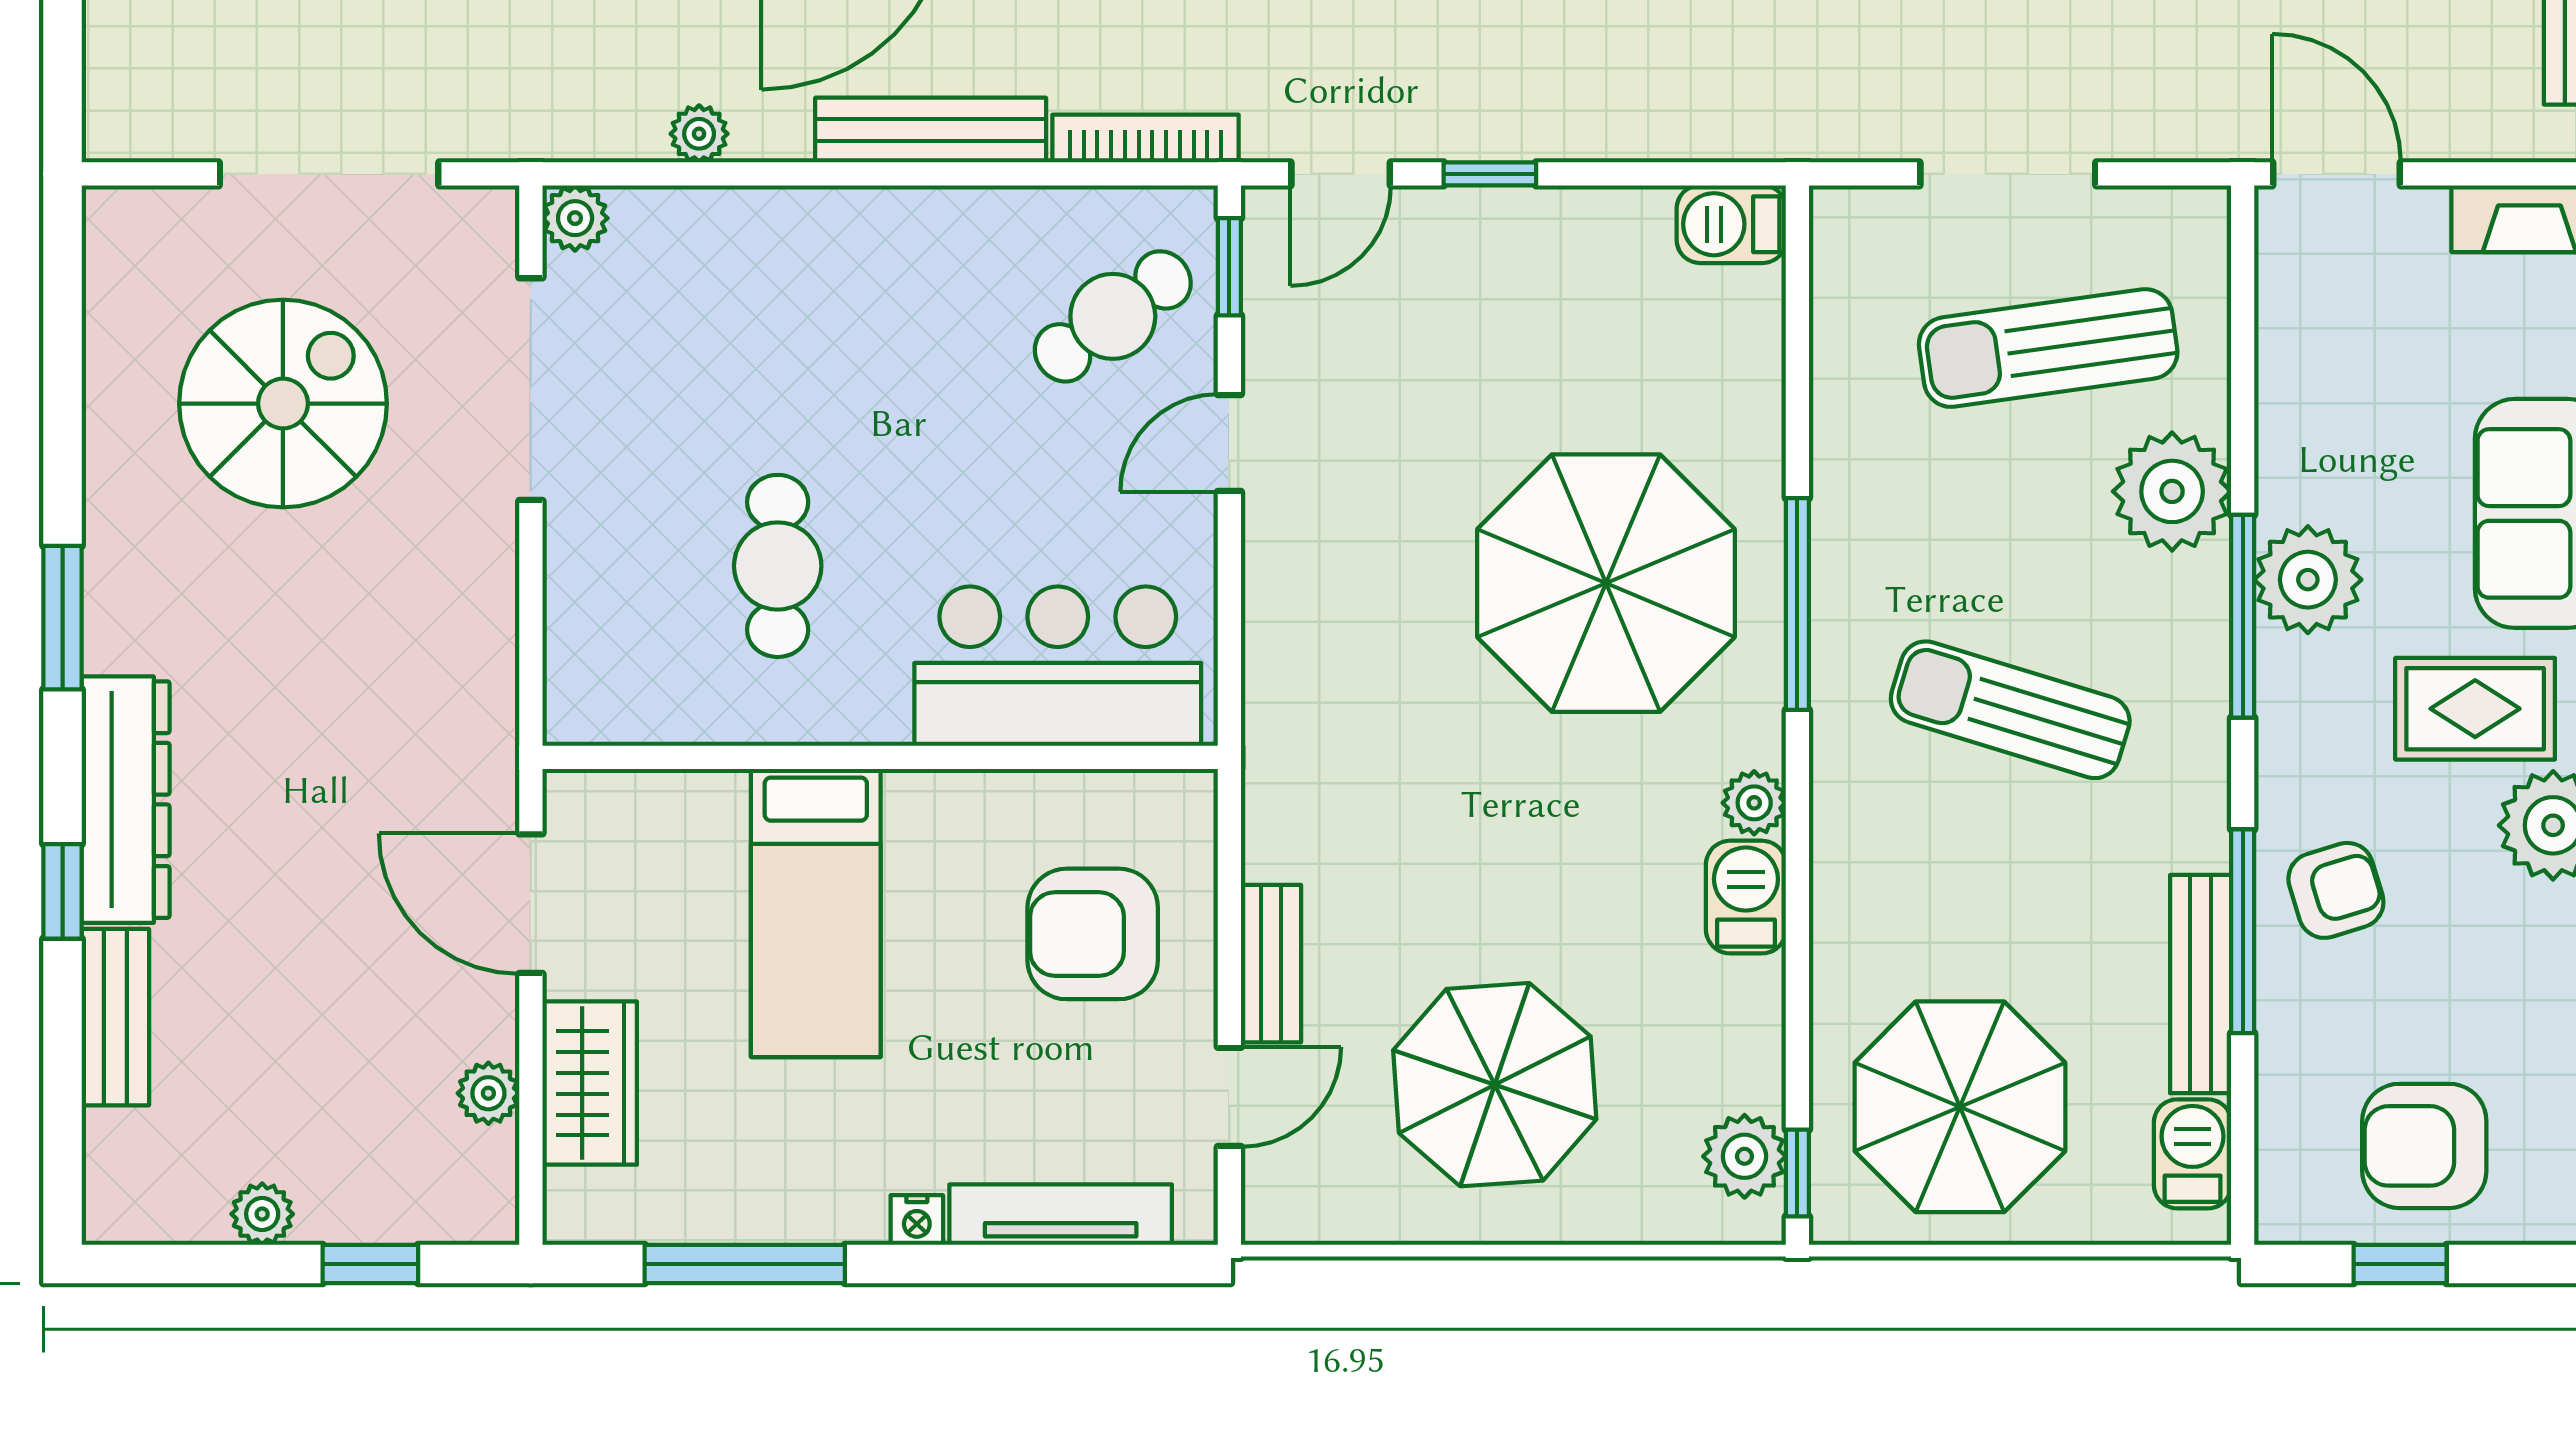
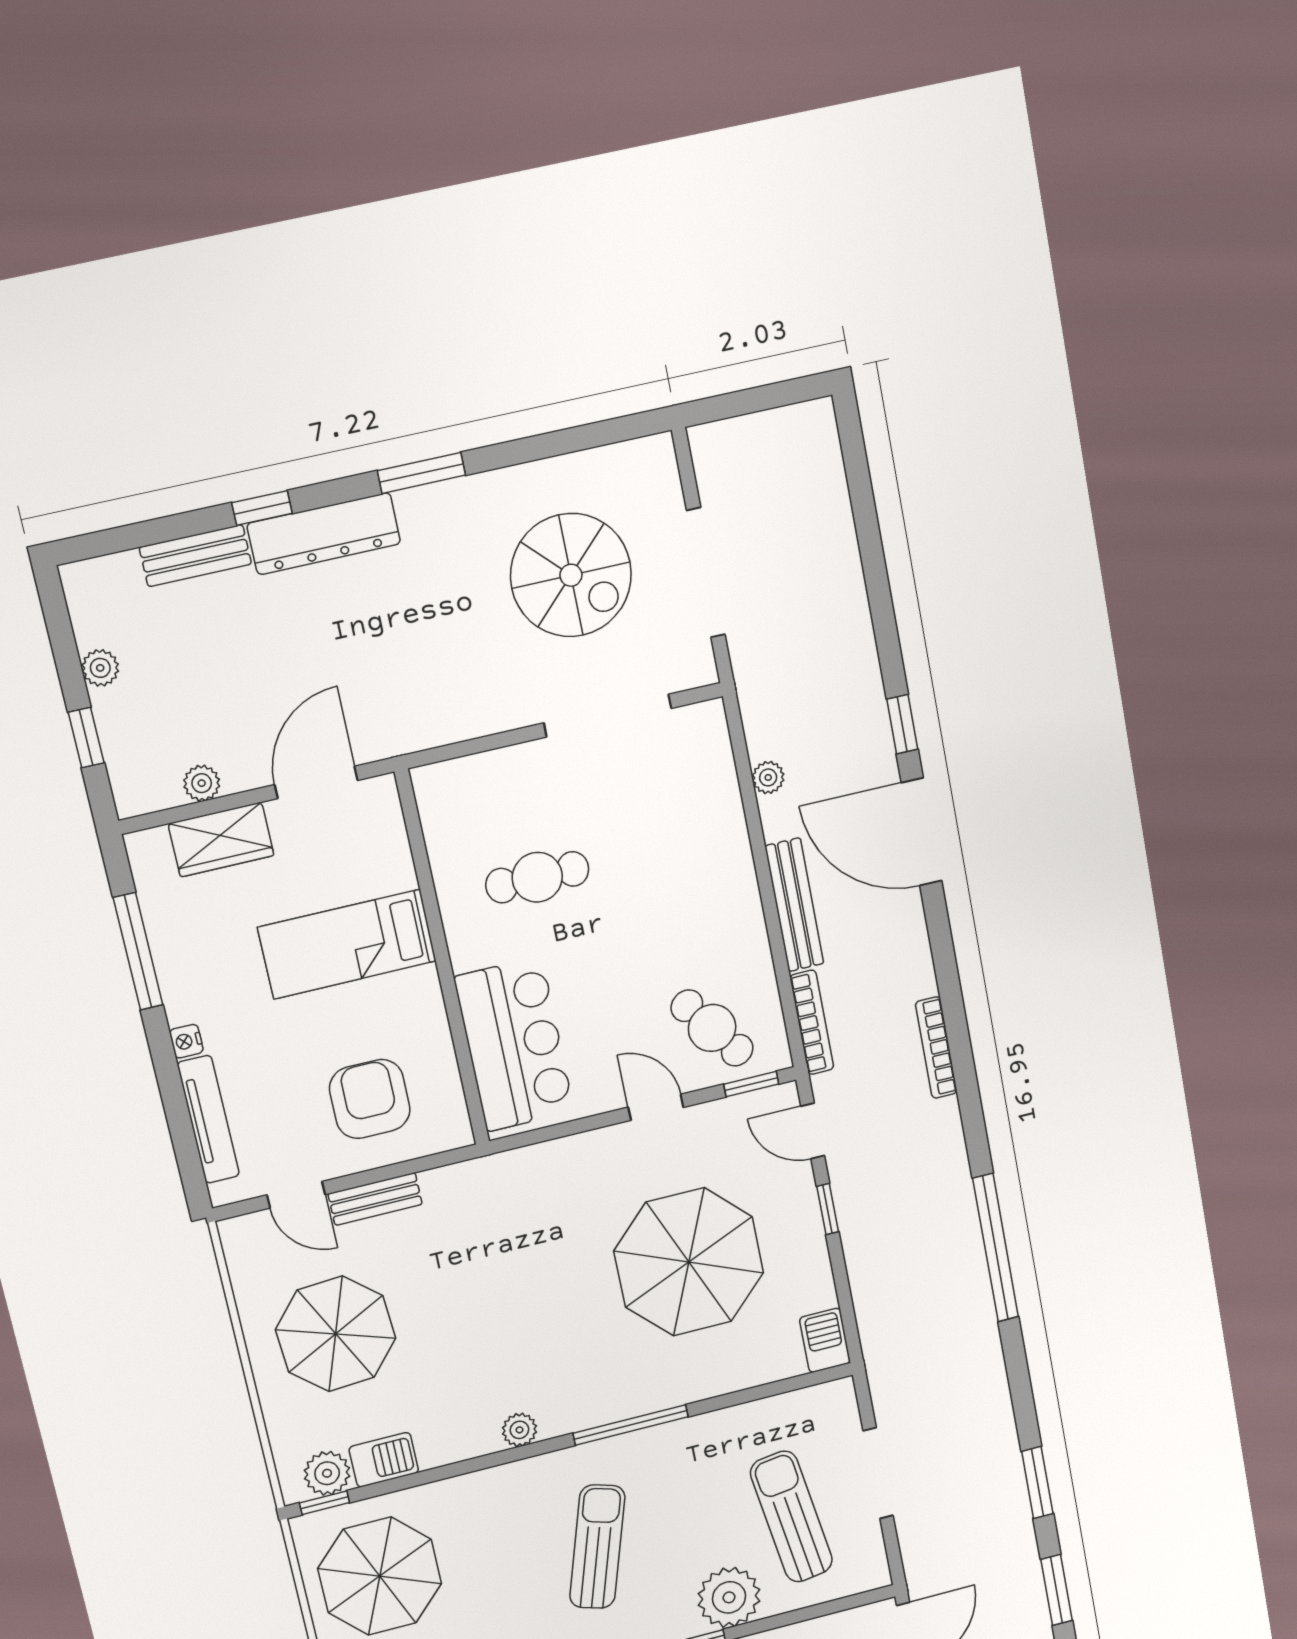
plant: (575, 218) -> (708, 719), removed
parasol: (1606, 583) -> (689, 1262), moved
barbecue: (1746, 897) -> (384, 1460), moved

